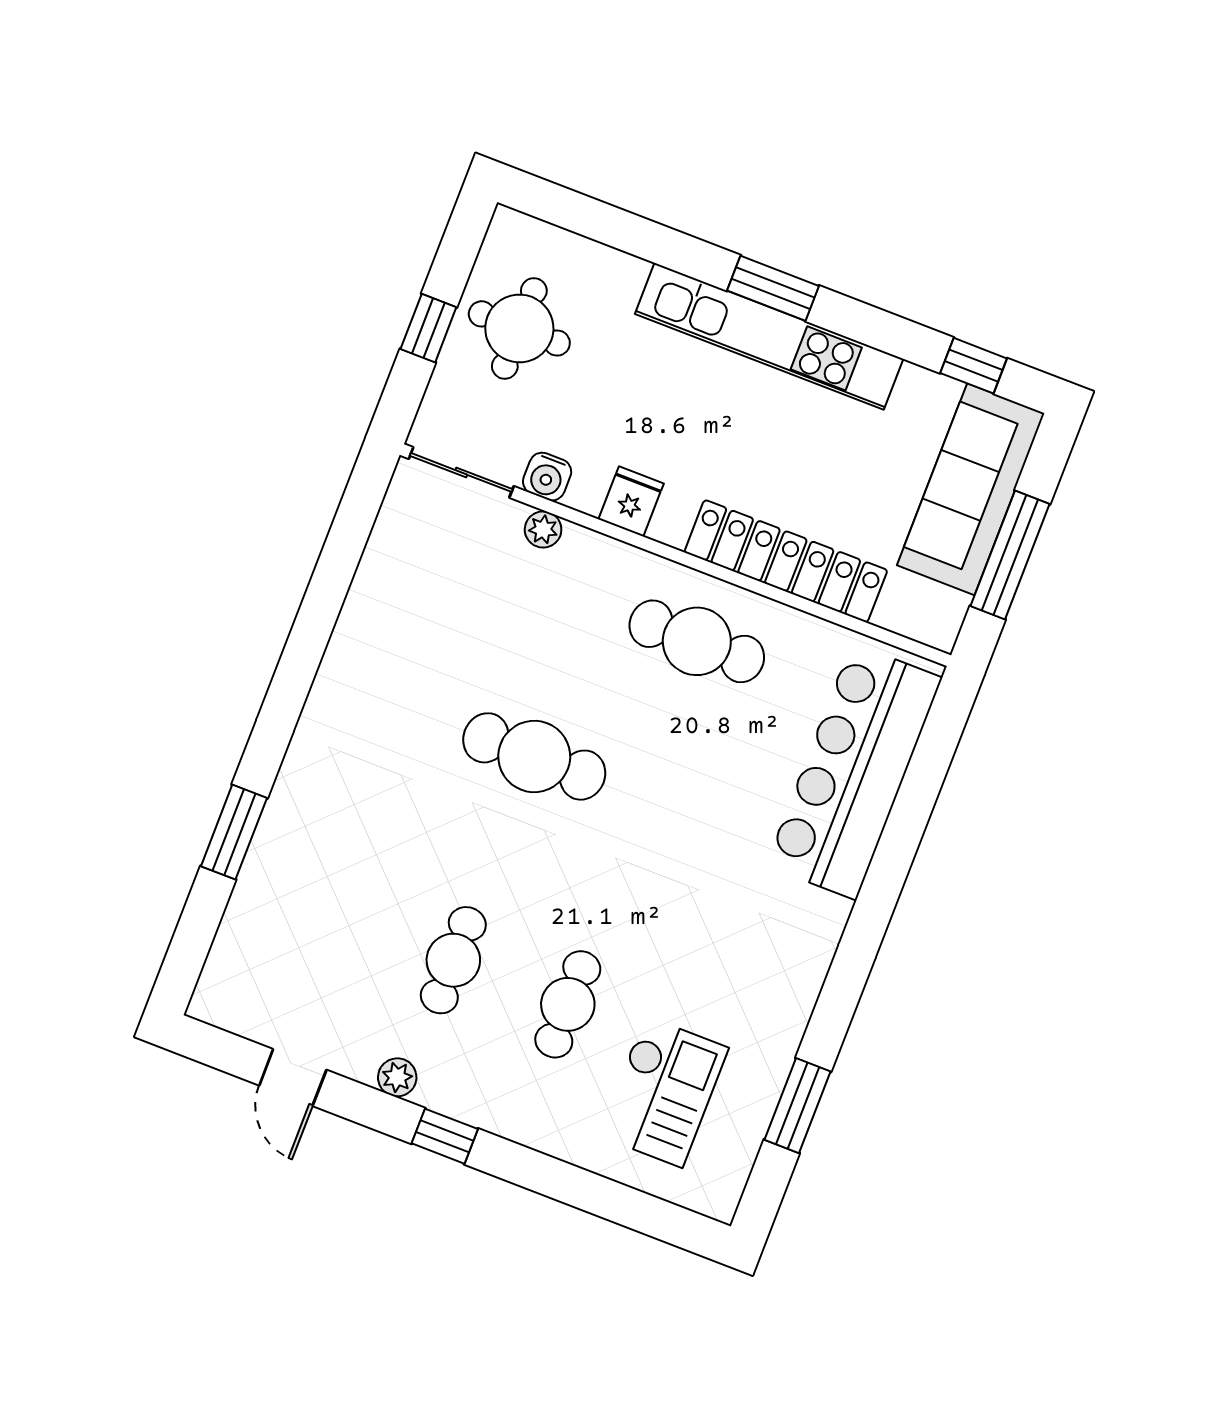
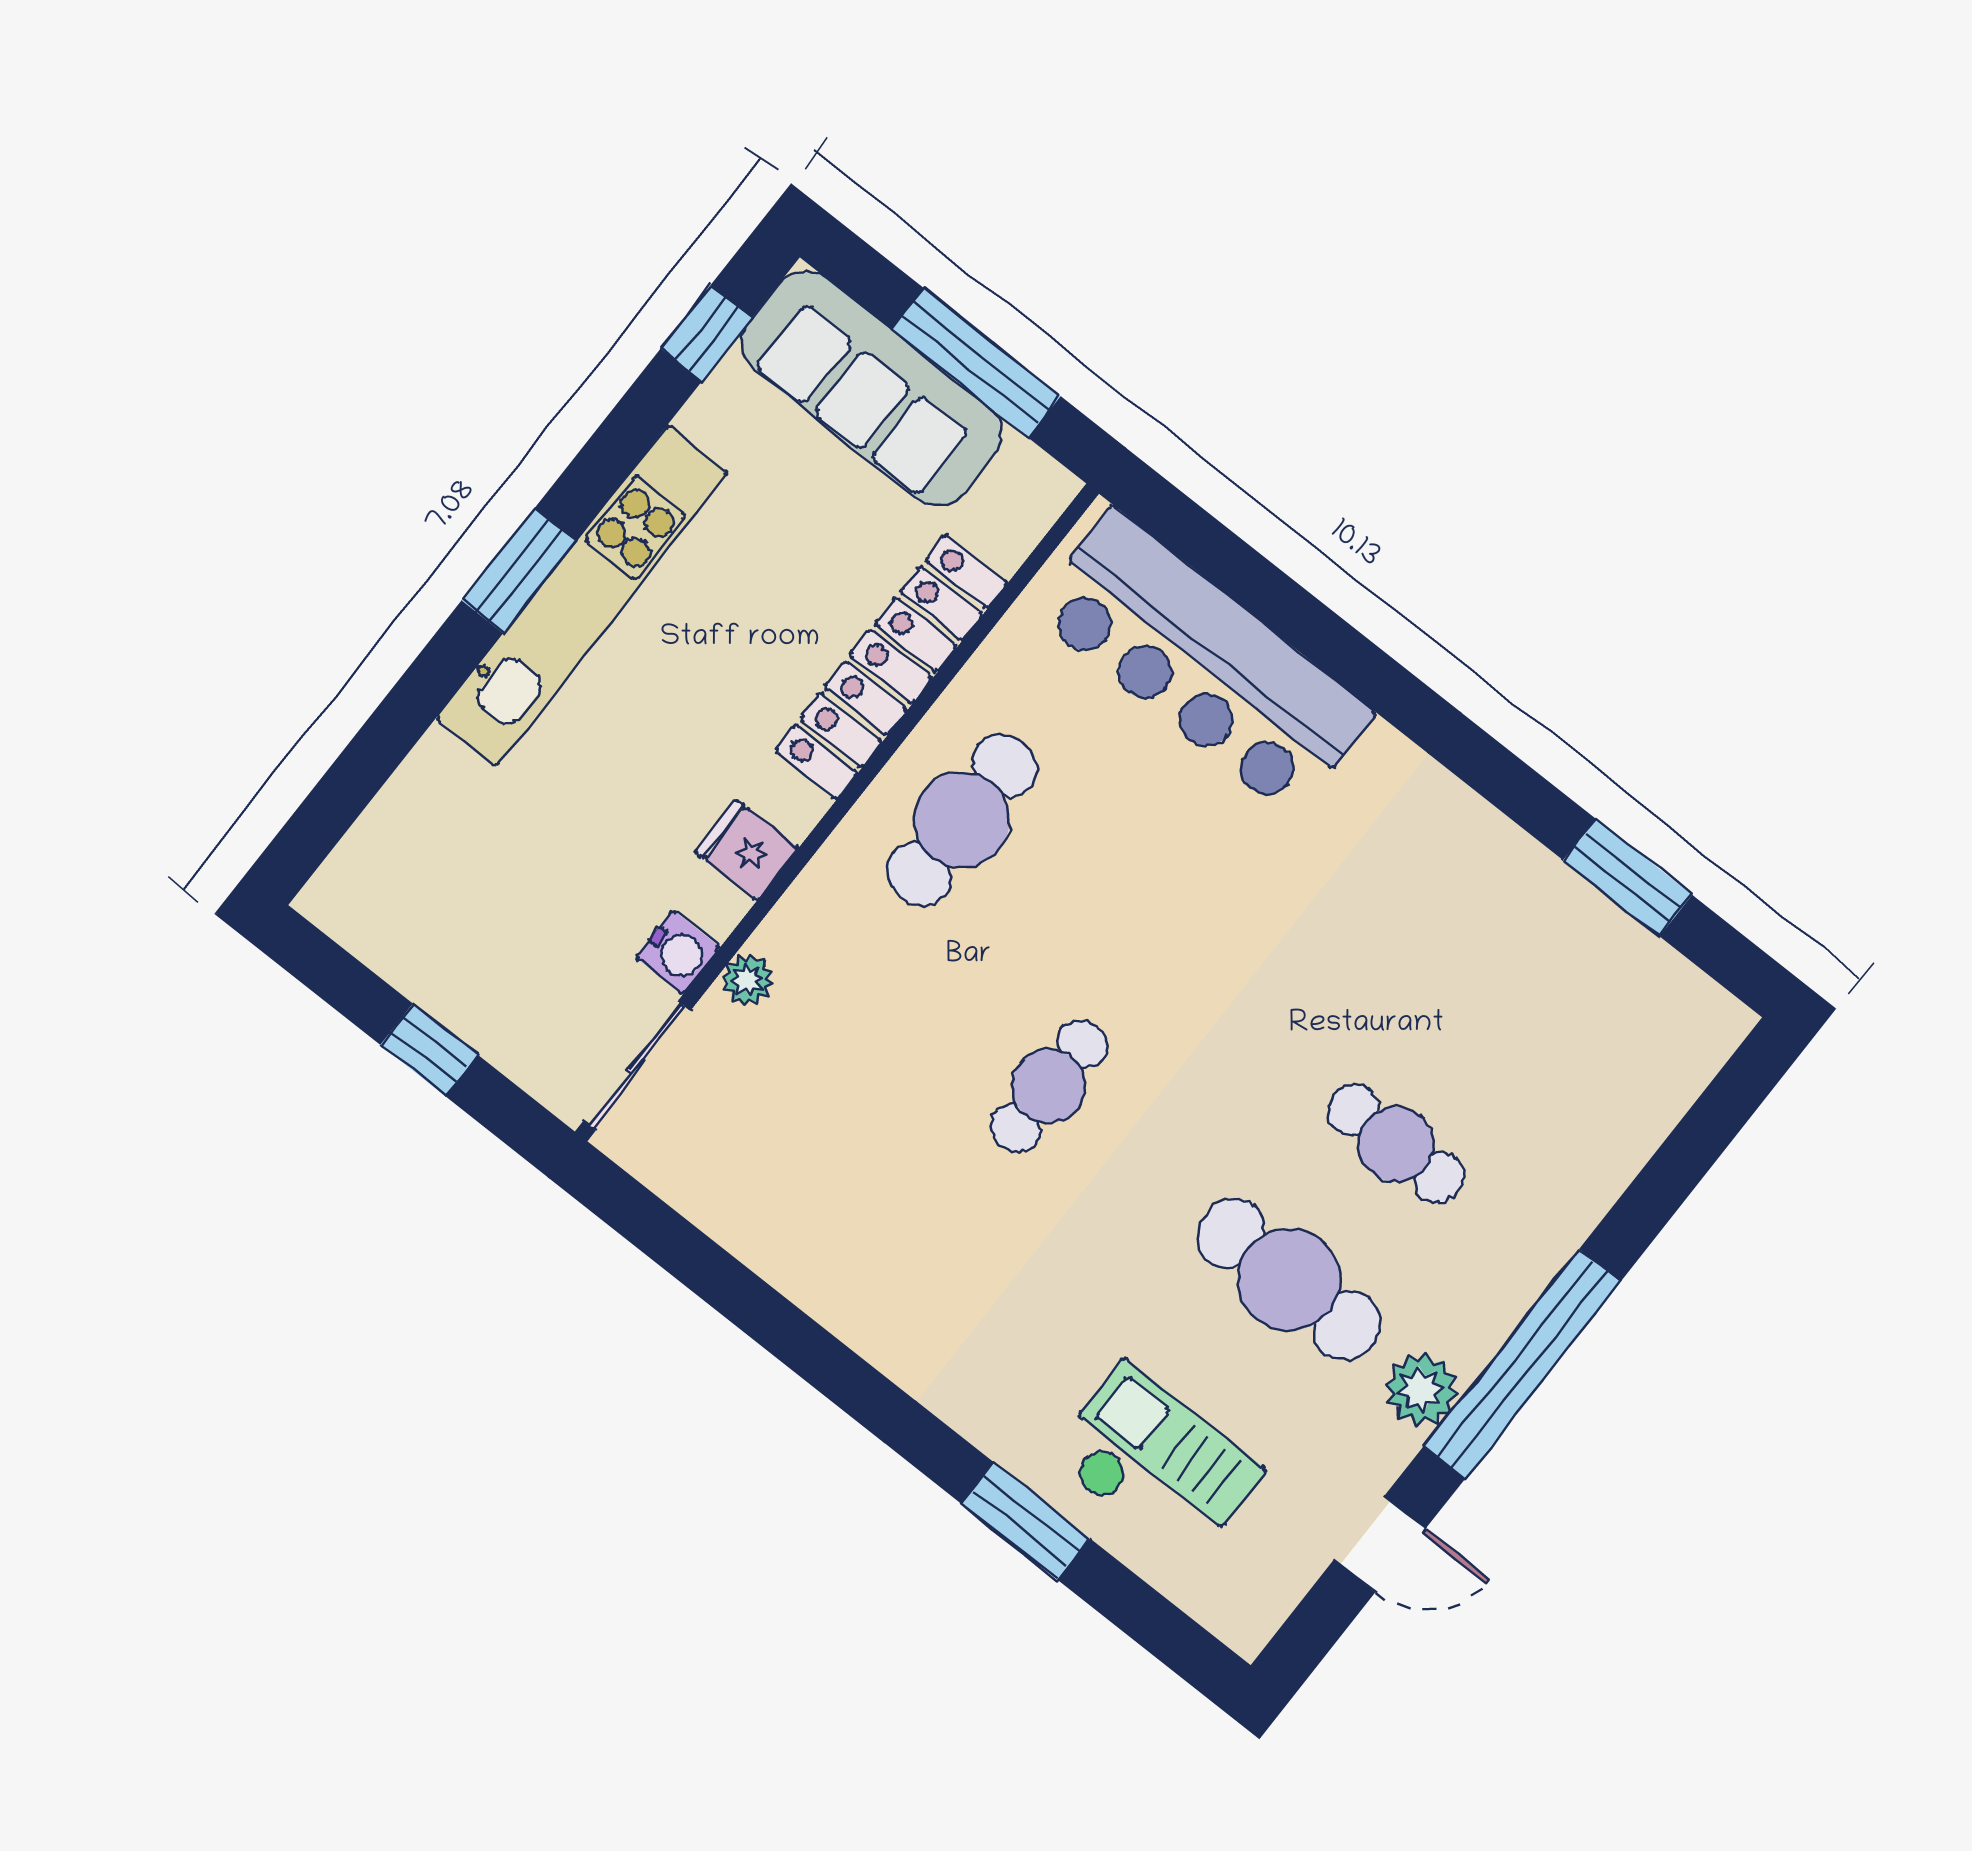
round table: (519, 328) -> (467, 928), removed
cafe table: (534, 756) -> (1049, 1086), width x0.73, depth x0.74
cafe table: (453, 960) -> (1289, 1279), width x1.37, depth x1.35
plant: (397, 1077) -> (1421, 1389), width x1.38, depth x1.38
checkout: (663, 1092) -> (1156, 1464), moved
window: (445, 1136) -> (1522, 1364), width x3.17

